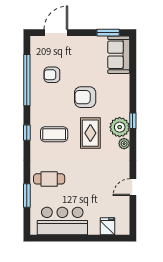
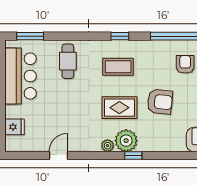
armchair: (85, 97) -> (160, 102), turned 96
coffee table: (54, 134) -> (118, 67), turned 90
door: (133, 187) -> (58, 155), hinge flipped
window: (27, 195) -> (30, 36), moved

